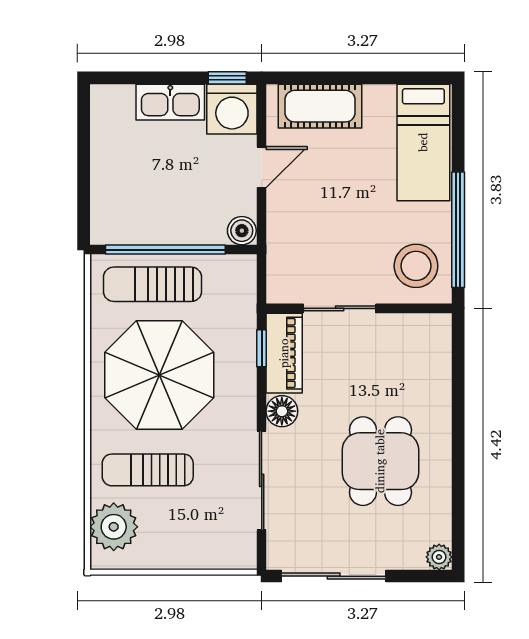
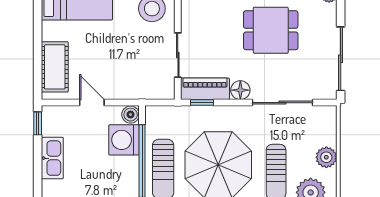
washing machine: (232, 109) -> (124, 140), moved, turned 180
plant: (172, 553) -> (326, 157), added

